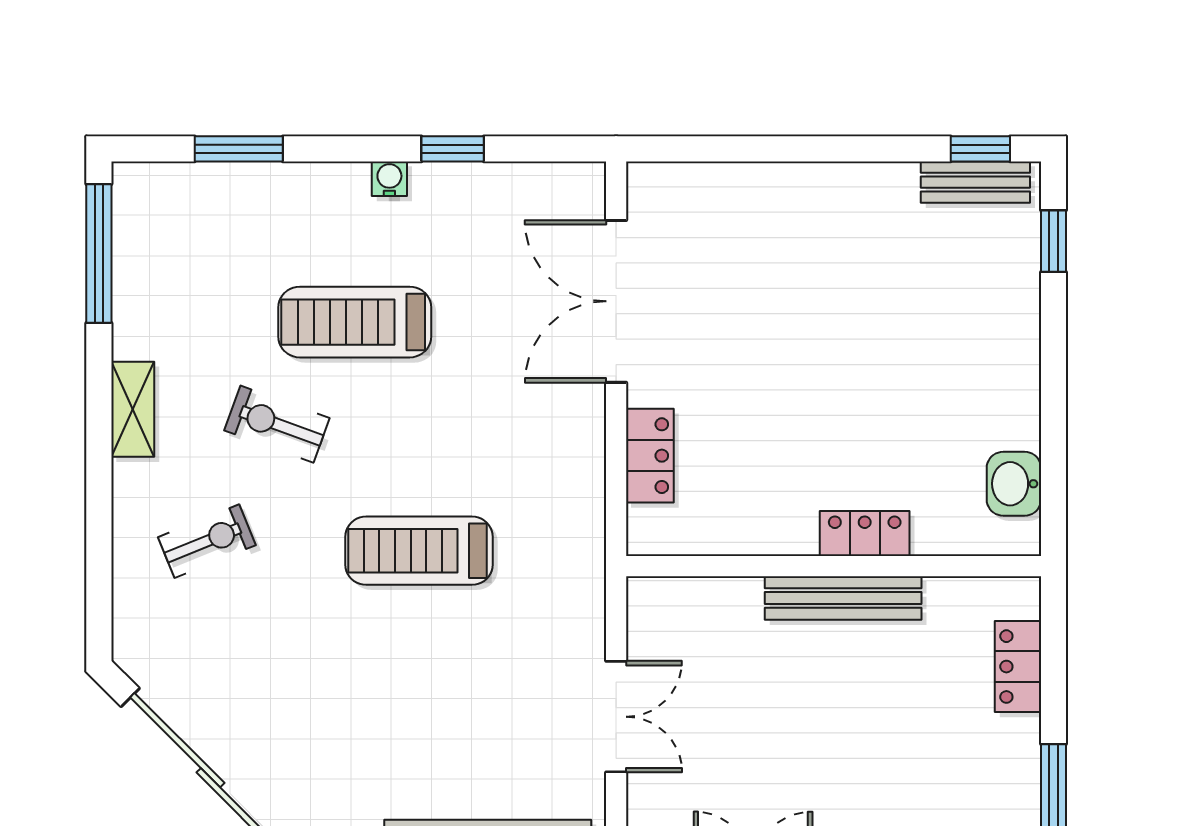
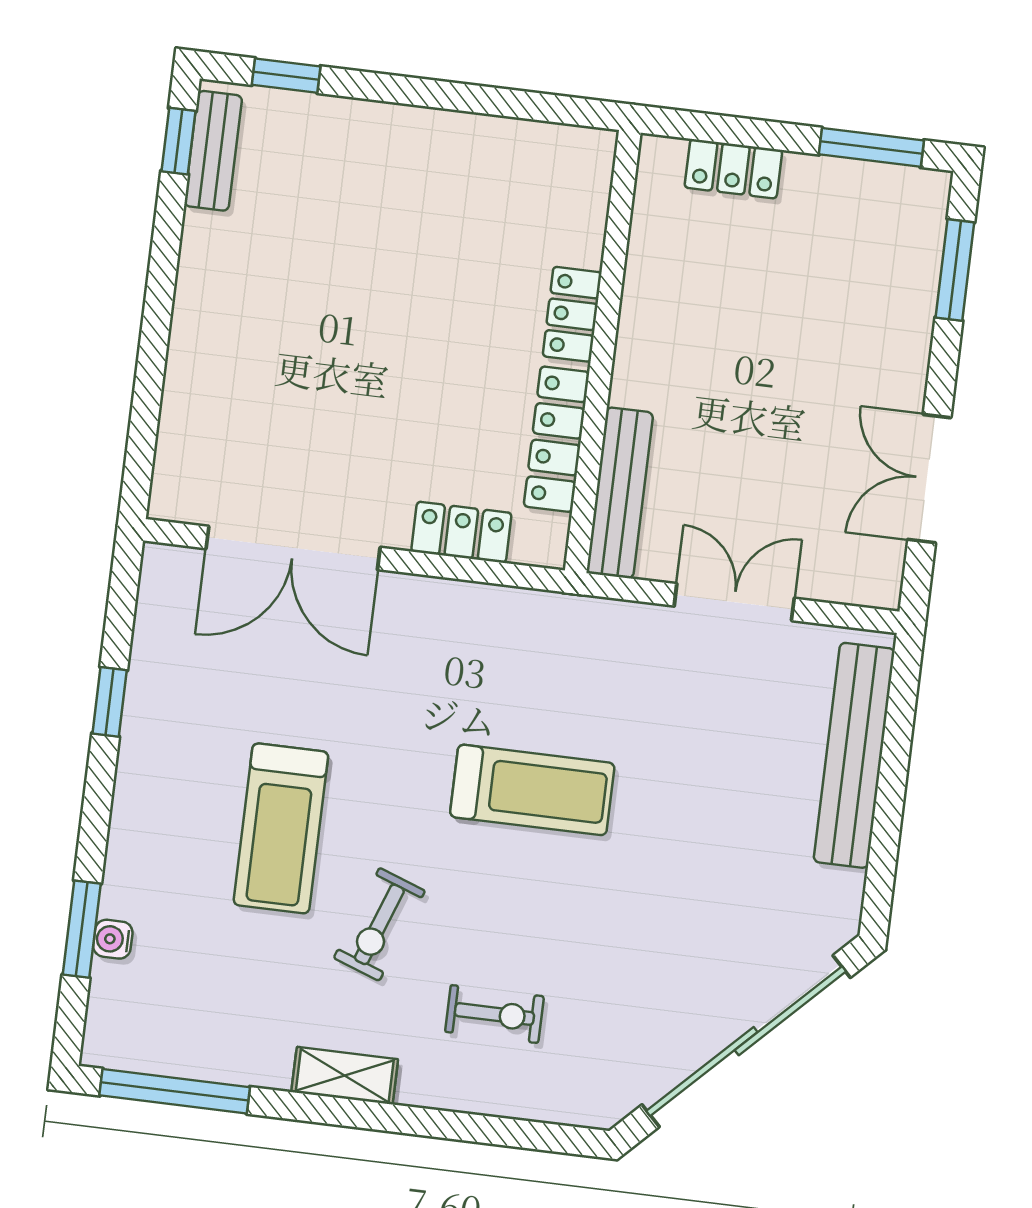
water cooler: (389, 179) -> (113, 939), moved
washbasin: (1014, 484) -> (539, 149), removed
locker: (747, 533) -> (557, 439), added
exercise bike: (207, 541) -> (494, 1014), turned 112
treadmill: (419, 551) -> (532, 790), turned -90
bench: (843, 598) -> (620, 493), moved

